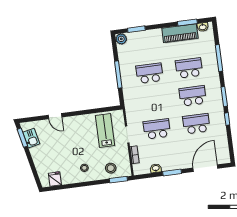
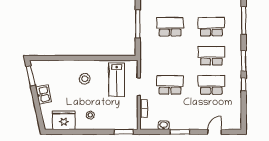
door: (55, 116) -> (67, 58), removed
lab bench: (105, 131) -> (117, 80), turned 180
kitchen sink: (31, 138) -> (43, 94), moved
stool: (111, 168) -> (85, 79), moved
door: (205, 168) -> (215, 132), width x0.53
fridge: (55, 179) -> (64, 120), width x1.88, depth x1.34

